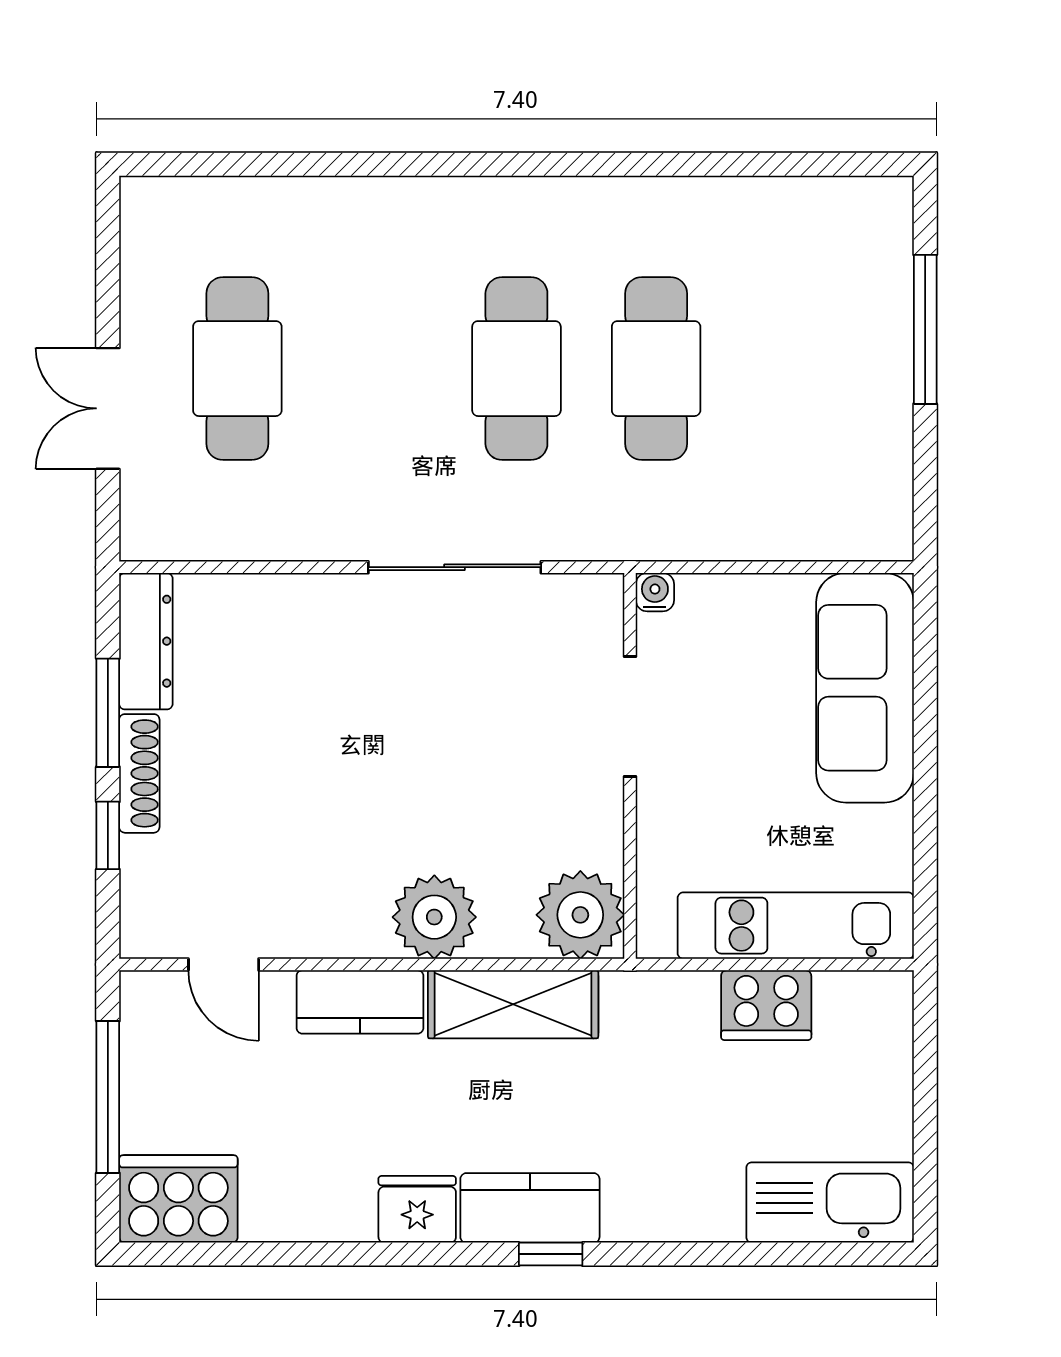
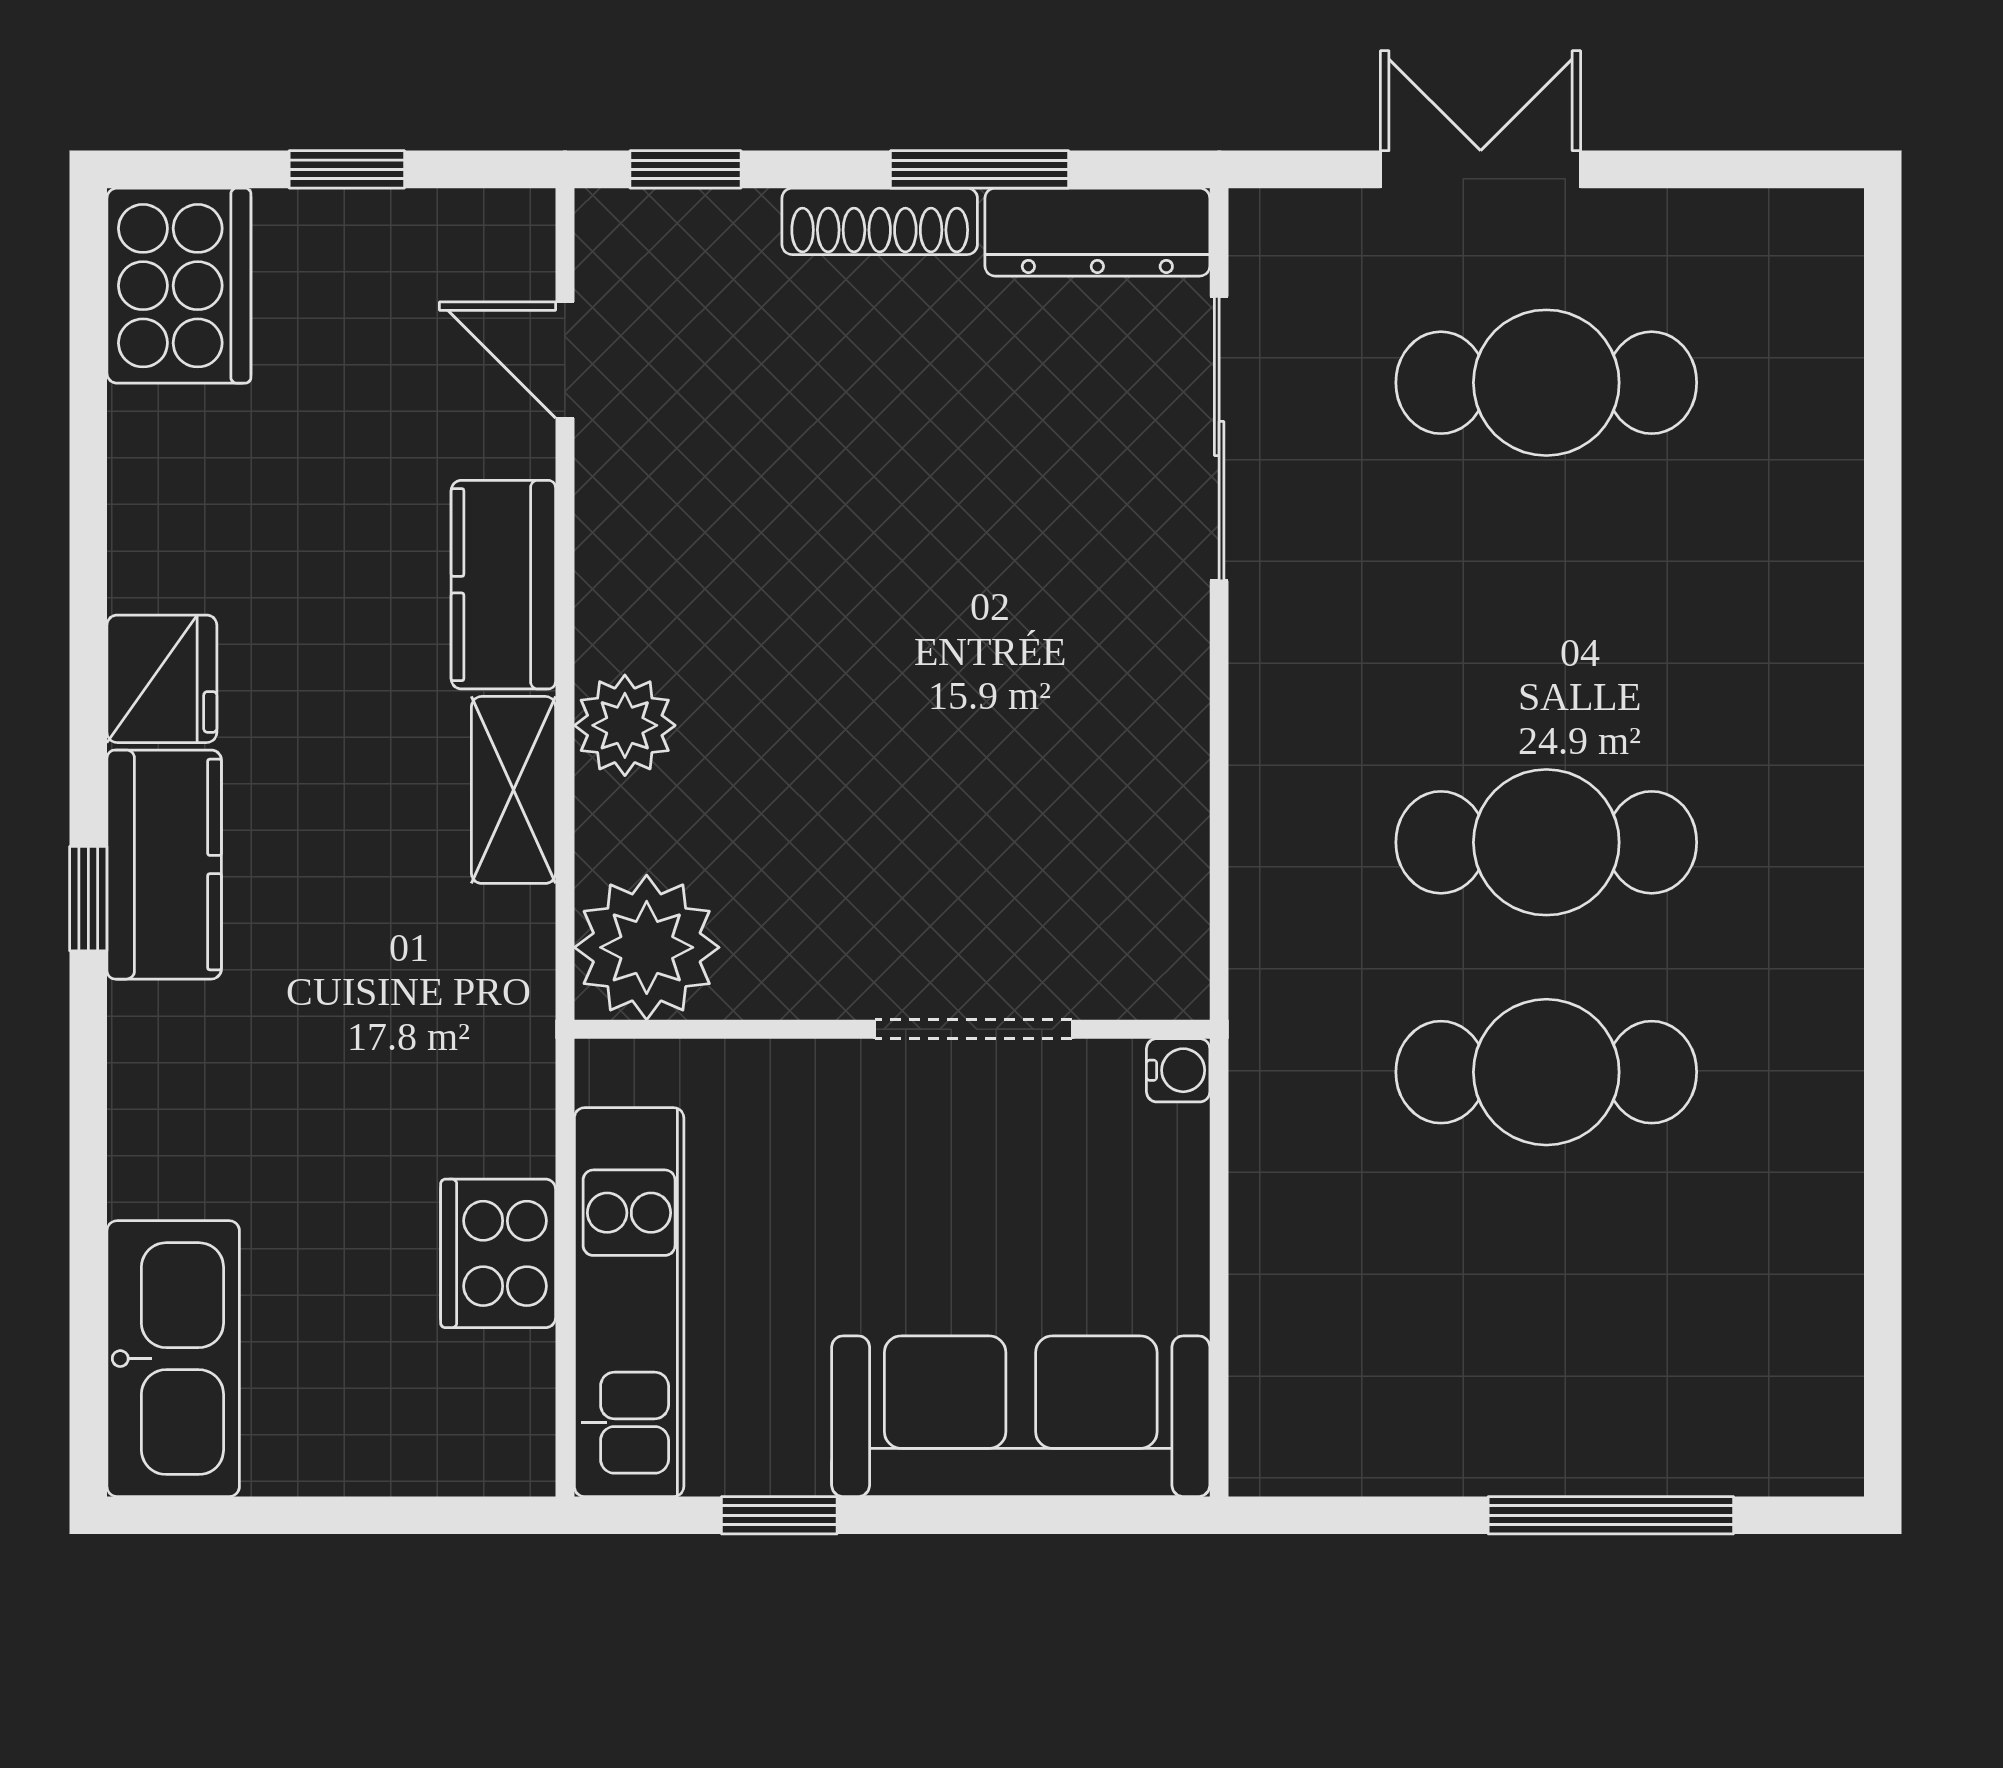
sliding door: (455, 567) -> (1219, 439), moved
window: (925, 834) -> (779, 1515), added
window: (108, 835) -> (686, 169), moved
plant: (434, 917) -> (625, 725), width x0.73, depth x0.73
door: (224, 965) -> (565, 360), hinge flipped
shelving: (513, 1004) -> (514, 790), width x0.67, depth x0.75
window: (108, 1097) -> (347, 169), width x0.46

